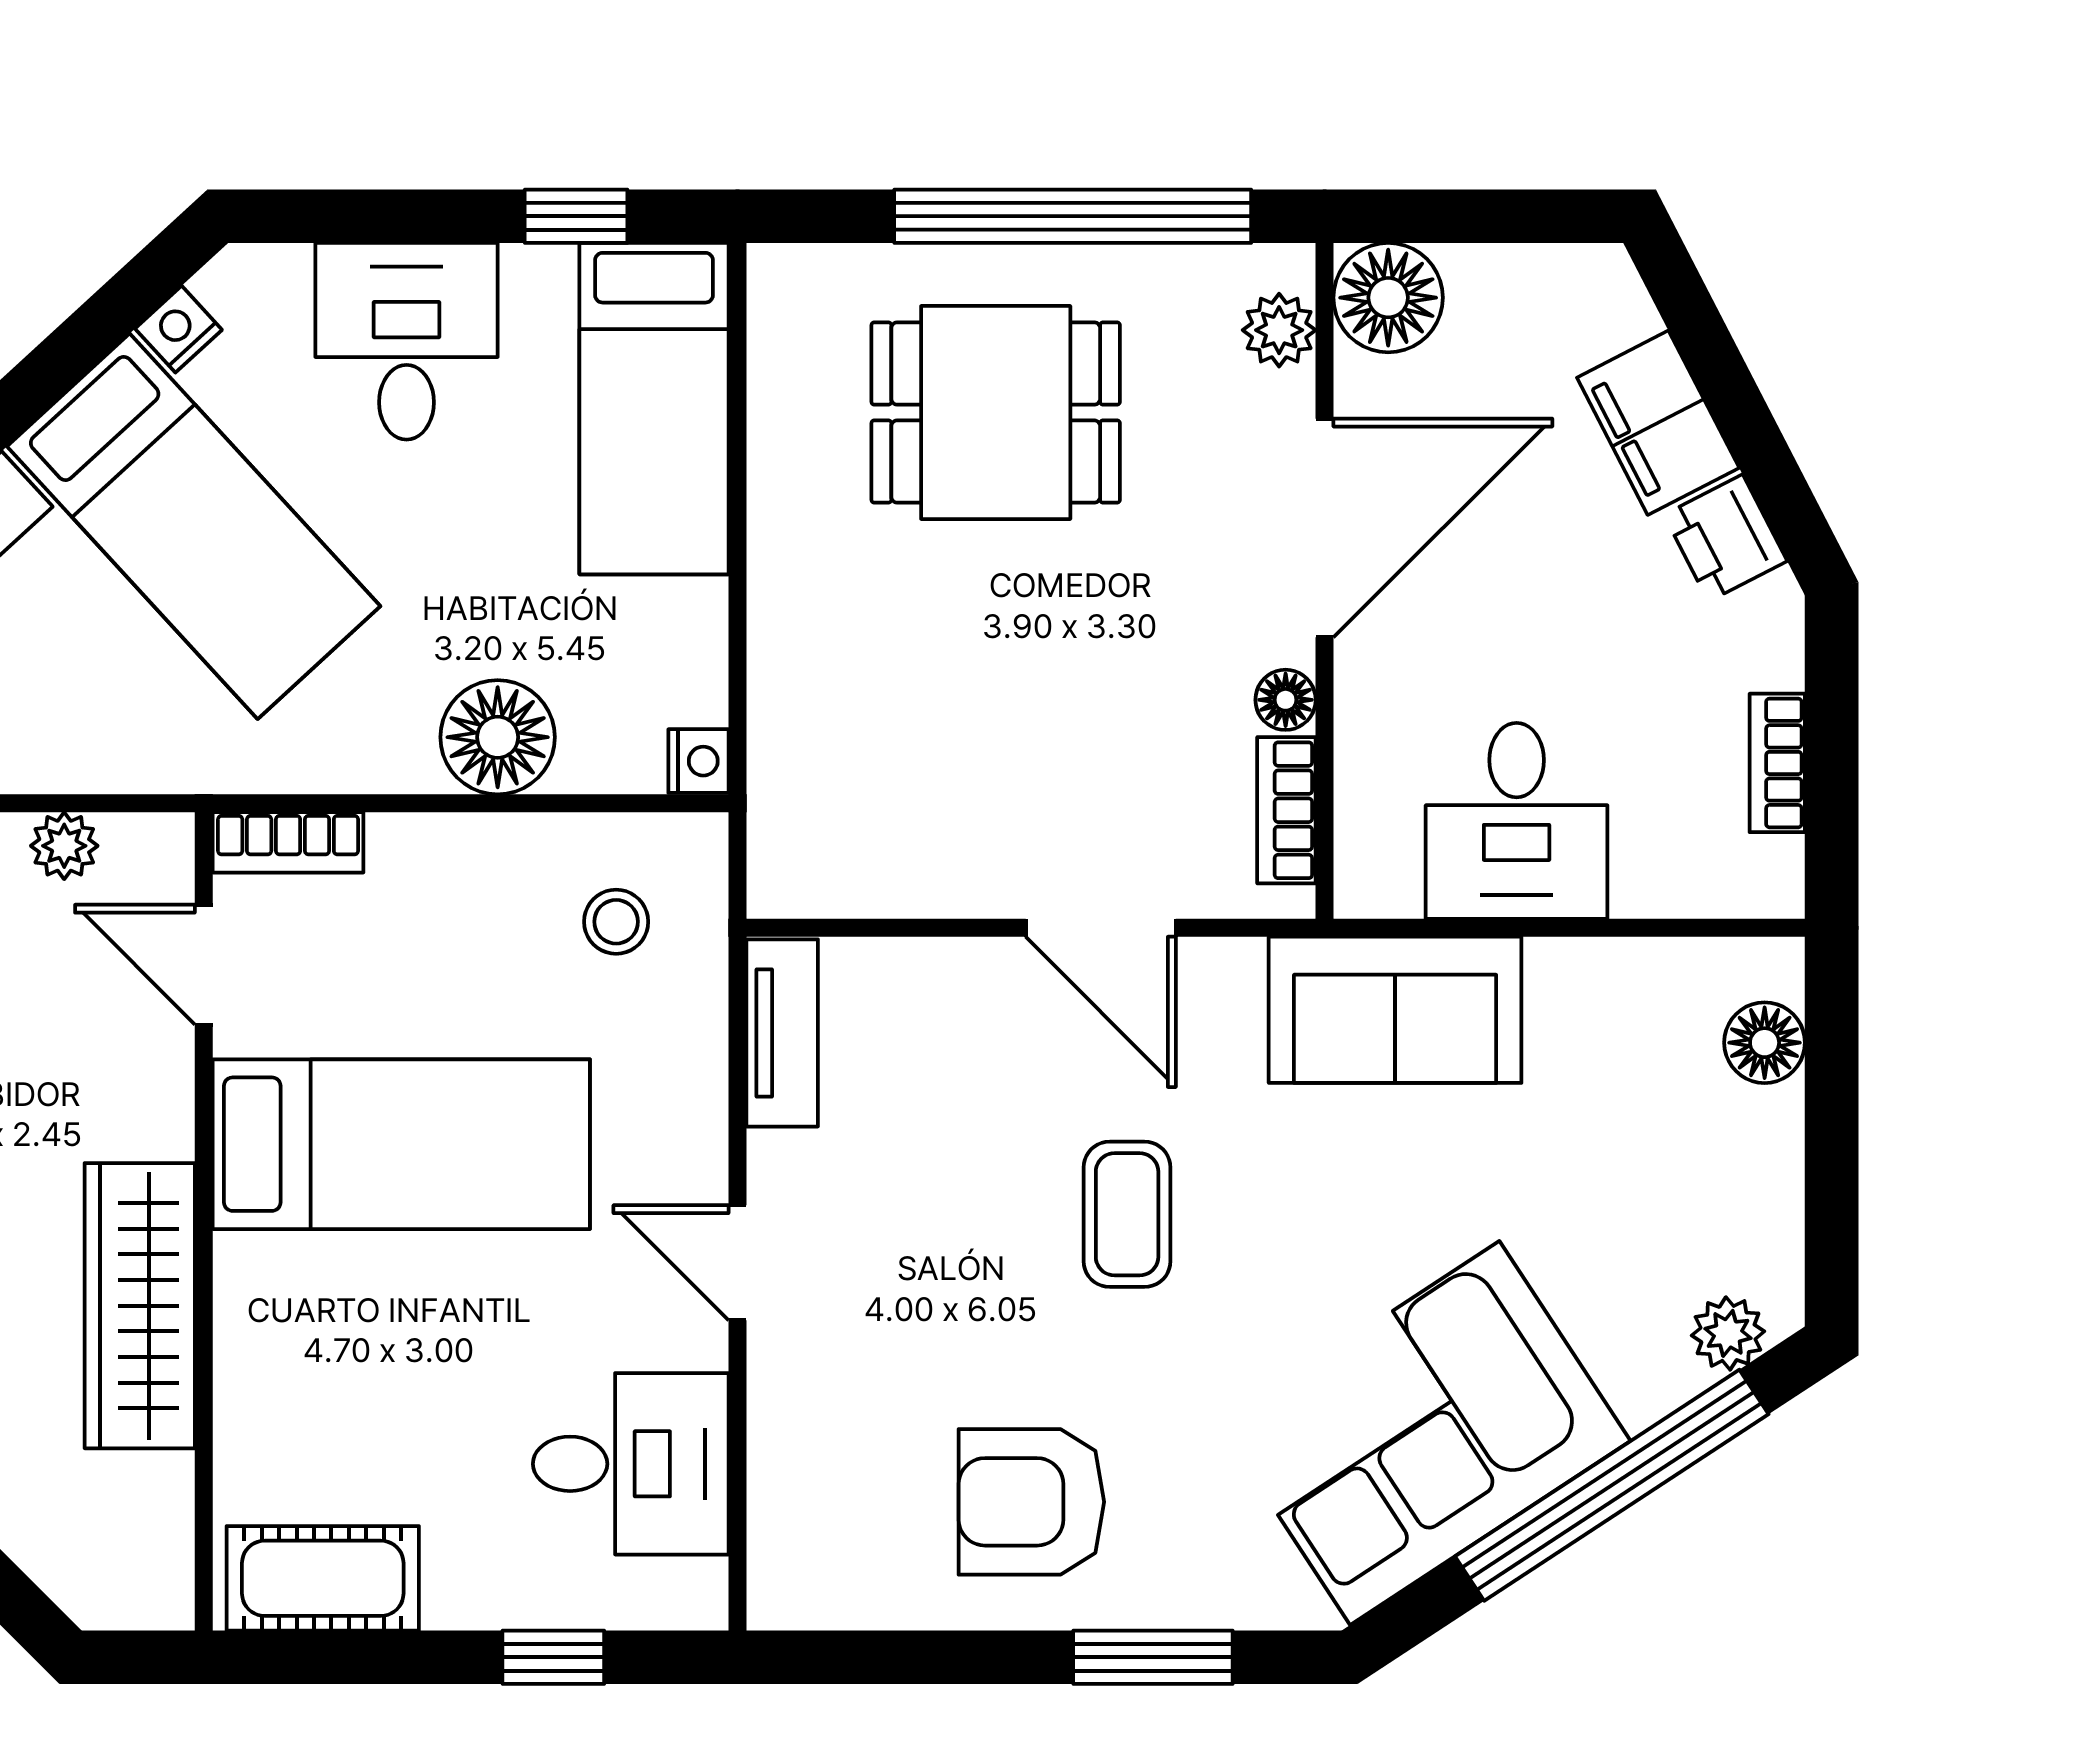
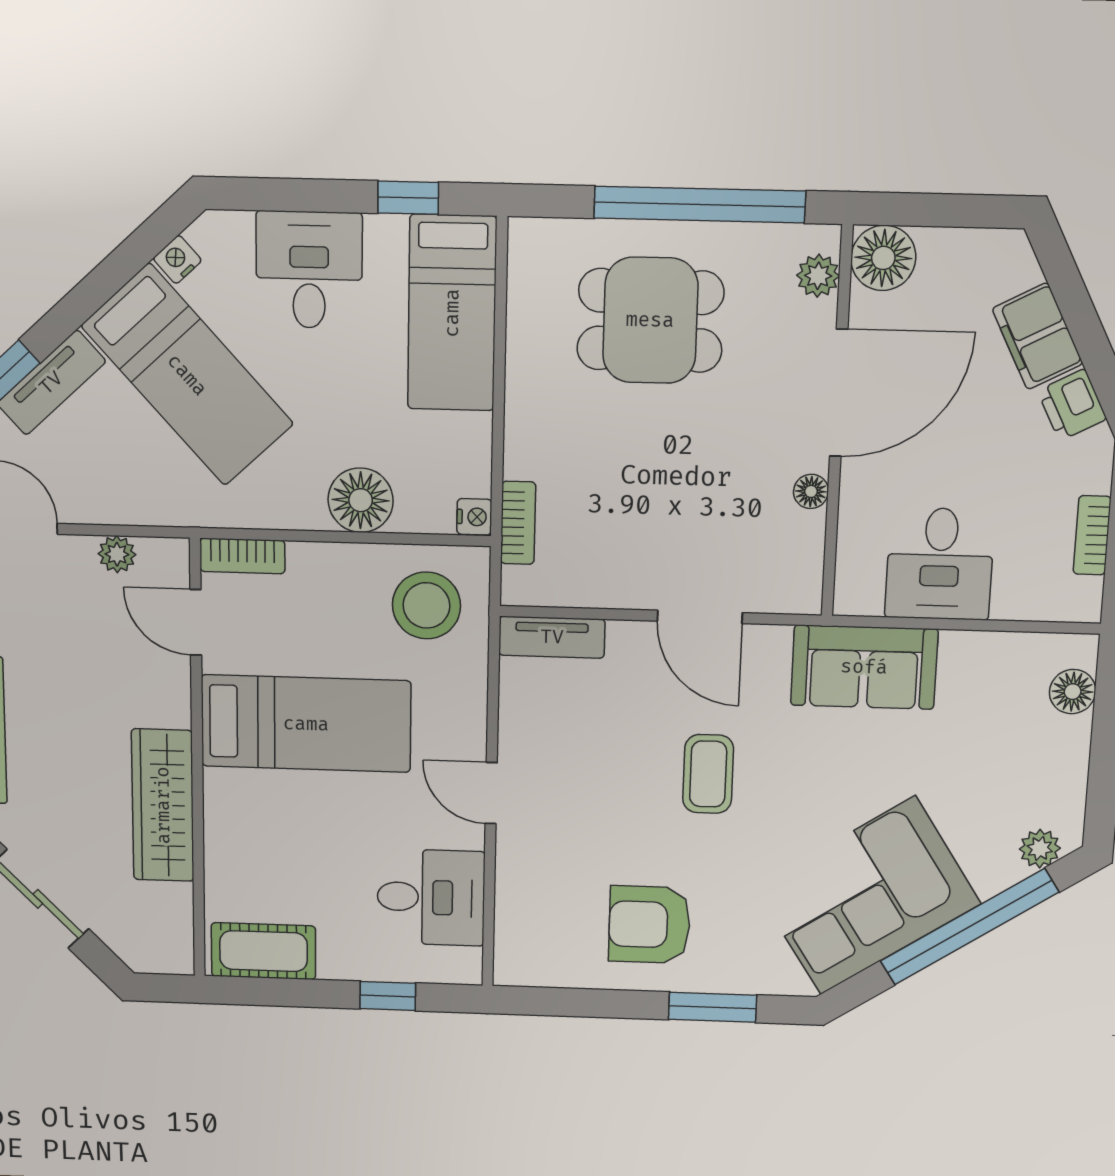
bookcase: (1286, 810) -> (518, 523), moved, turned 180
stool: (616, 922) -> (426, 605), width x1.89, depth x1.89
tv unit: (782, 1033) -> (552, 637), moved, turned 90

